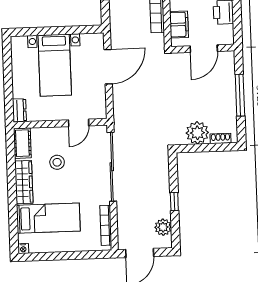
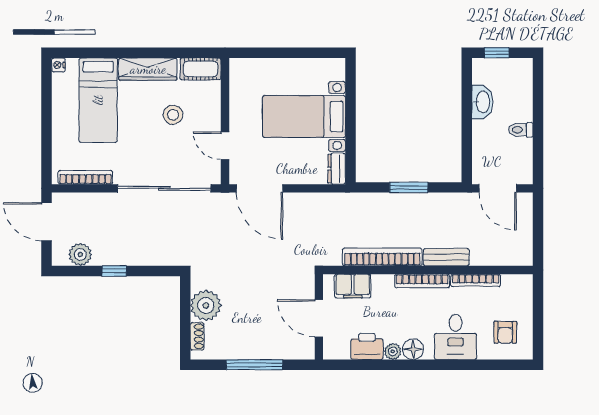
door: (108, 67) -> (259, 188), moved
dresser: (19, 110) -> (337, 169), moved, turned 90

